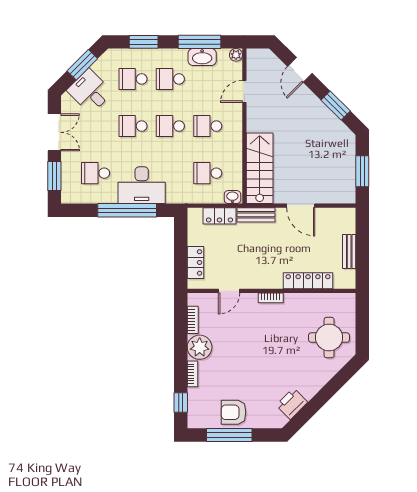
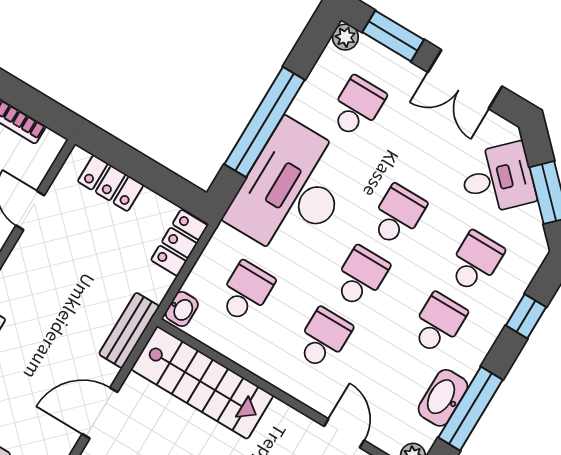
window: (144, 42) -> (526, 316), width x0.67
desk: (142, 185) -> (292, 191), width x1.36, depth x1.30
plant: (68, 197) -> (345, 37), added
locker: (220, 216) -> (179, 243), moved

